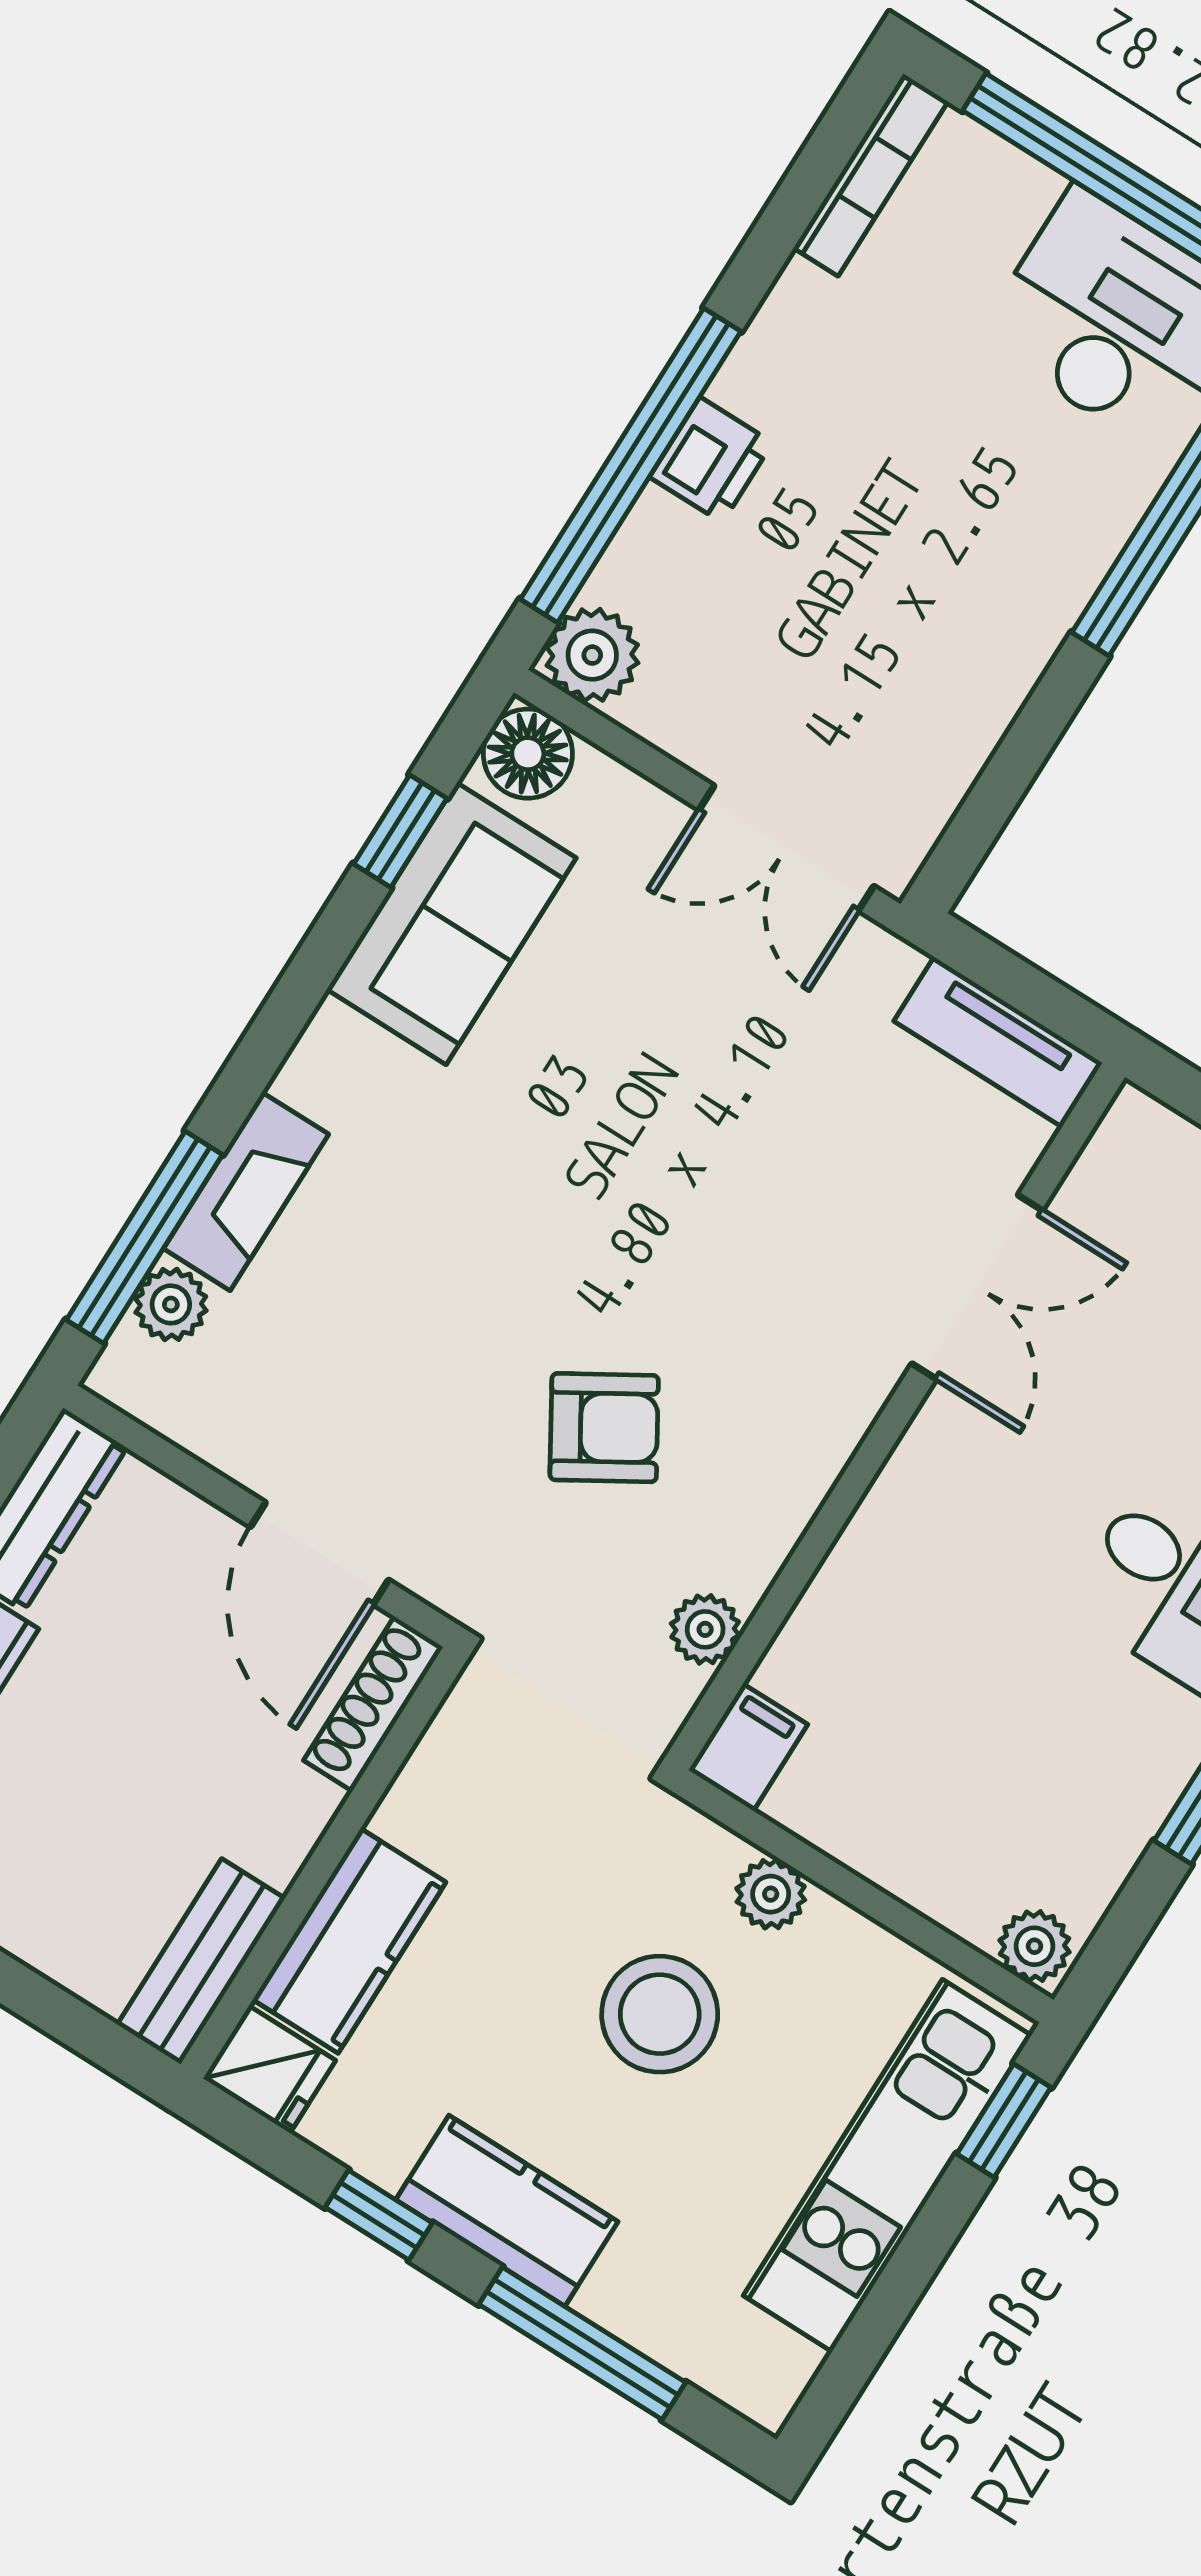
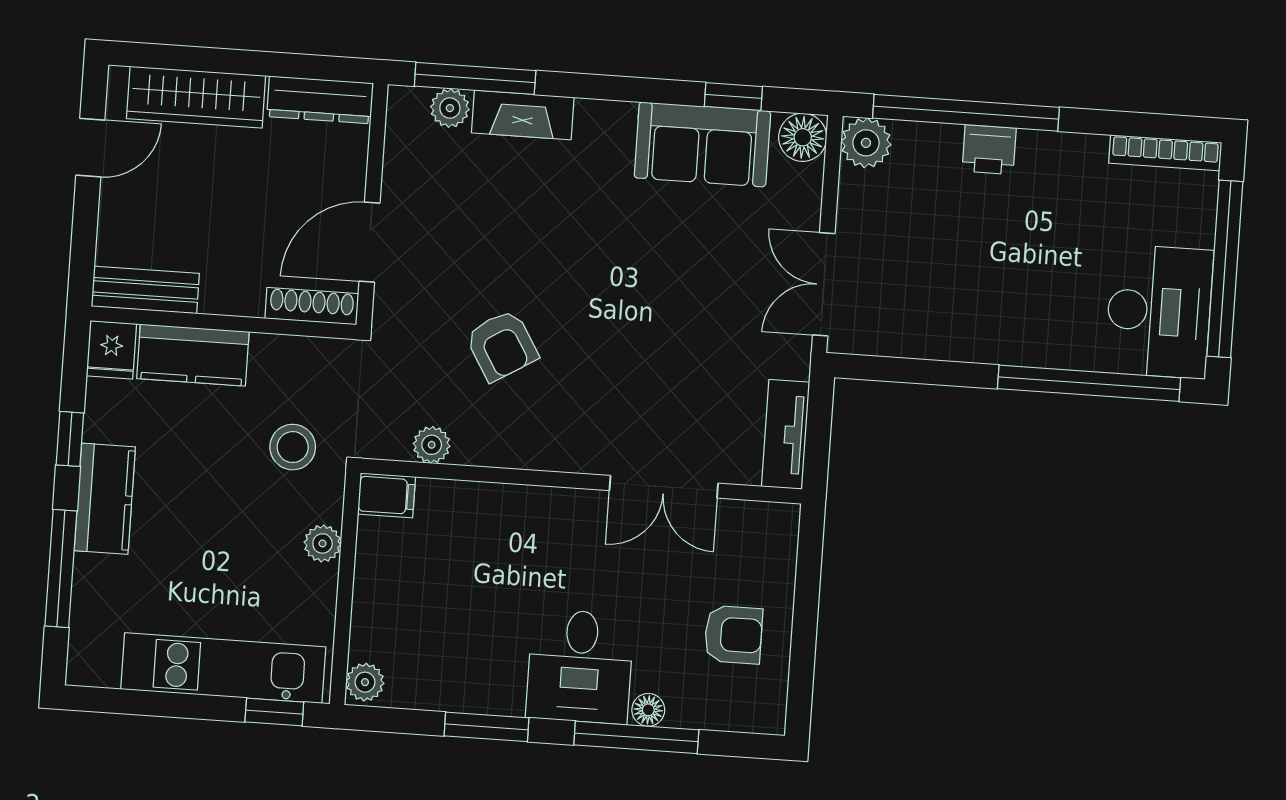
stool: (660, 2014) -> (293, 447), moved, width x0.73, depth x0.73

